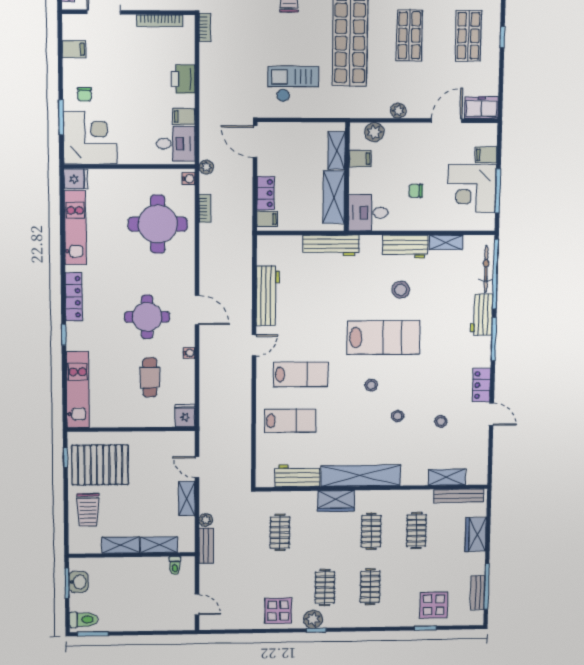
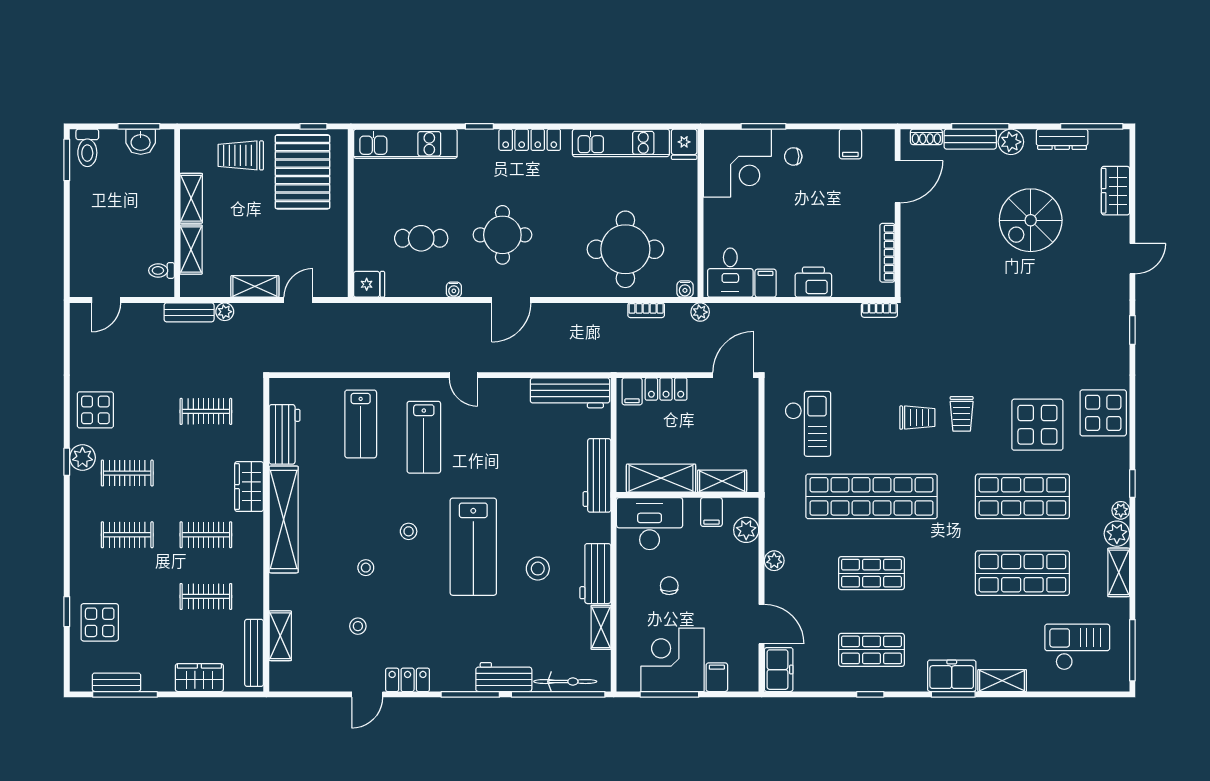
desk: (368, 213) -> (650, 524), width x1.37
workbench: (268, 296) -> (570, 393), moved

